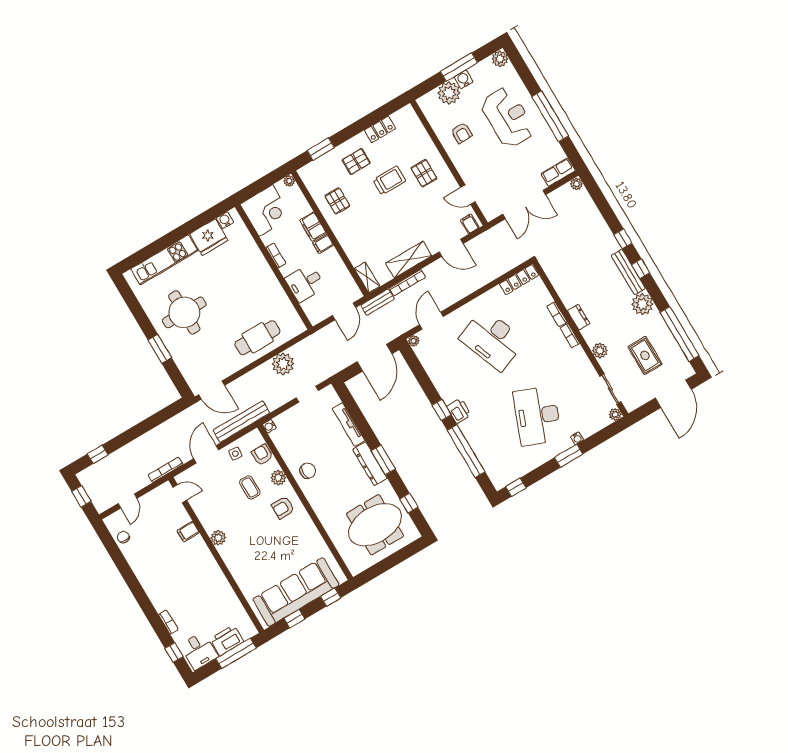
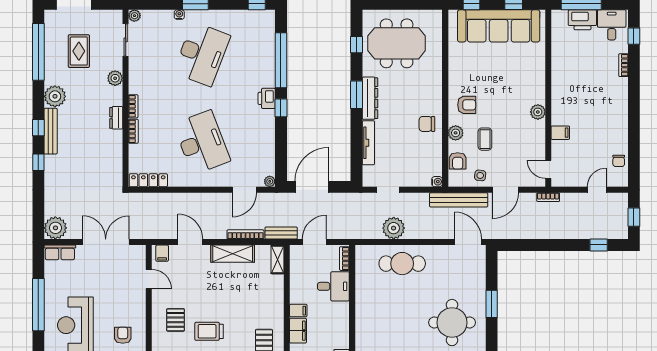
plant: (576, 184) -> (55, 228), width x1.87, depth x1.87
bookcase: (276, 255) -> (344, 259), moved
bookcase: (166, 470) -> (548, 197), width x0.64

